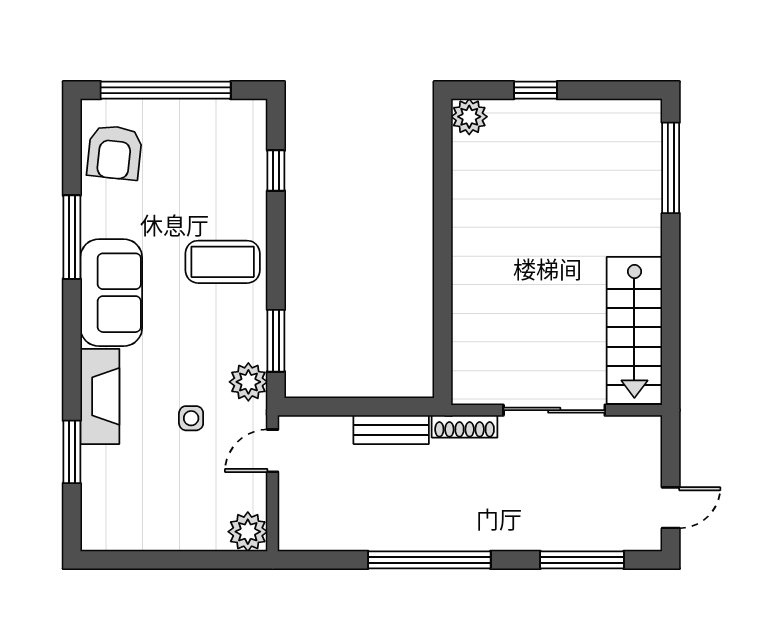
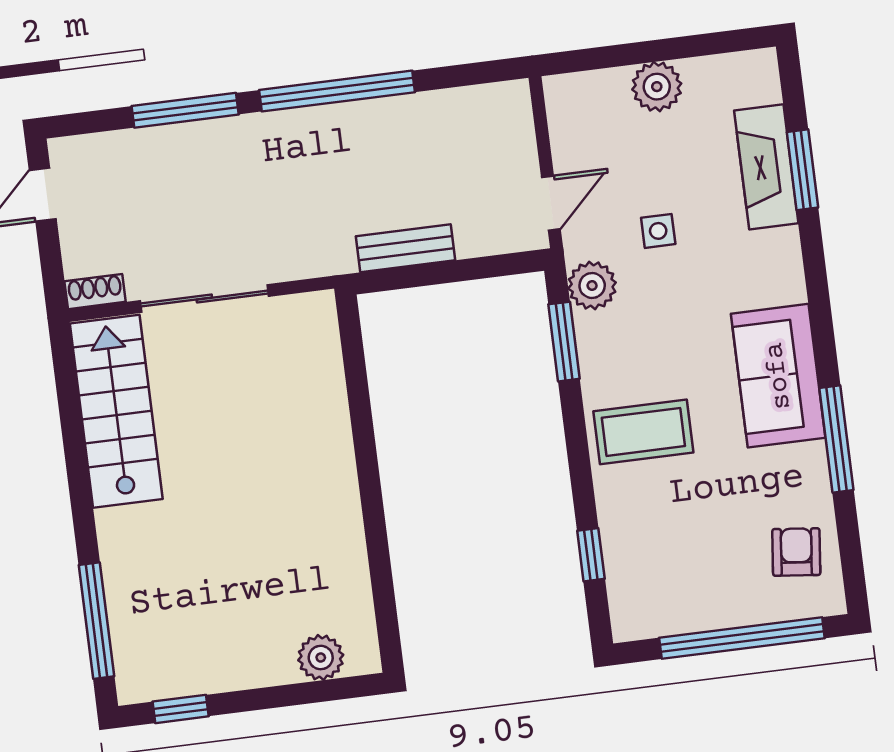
window: (535, 90) -> (181, 709), moved
plant: (469, 117) -> (321, 658), moved
armchair: (114, 152) -> (796, 552), width x0.72, depth x0.72
fireplace: (100, 396) -> (766, 167), moved
shoe rack: (465, 426) -> (95, 292), moved, width x0.70
plant: (248, 532) -> (657, 87), moved
window: (582, 560) -> (185, 110), moved

